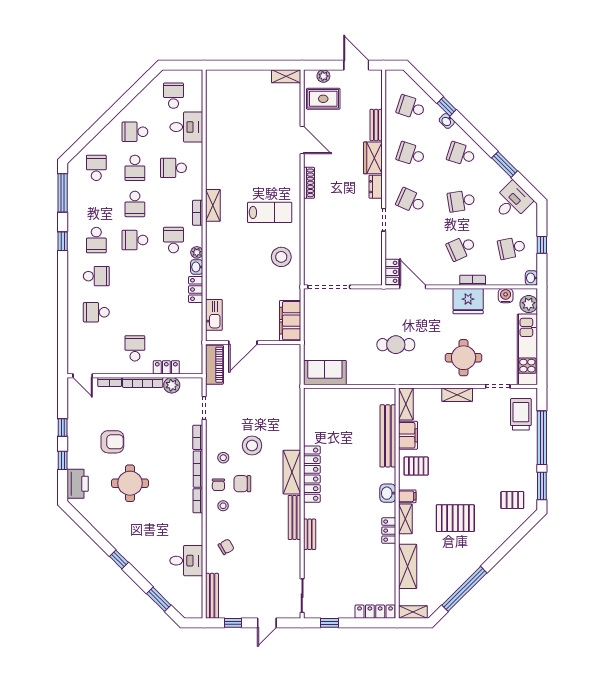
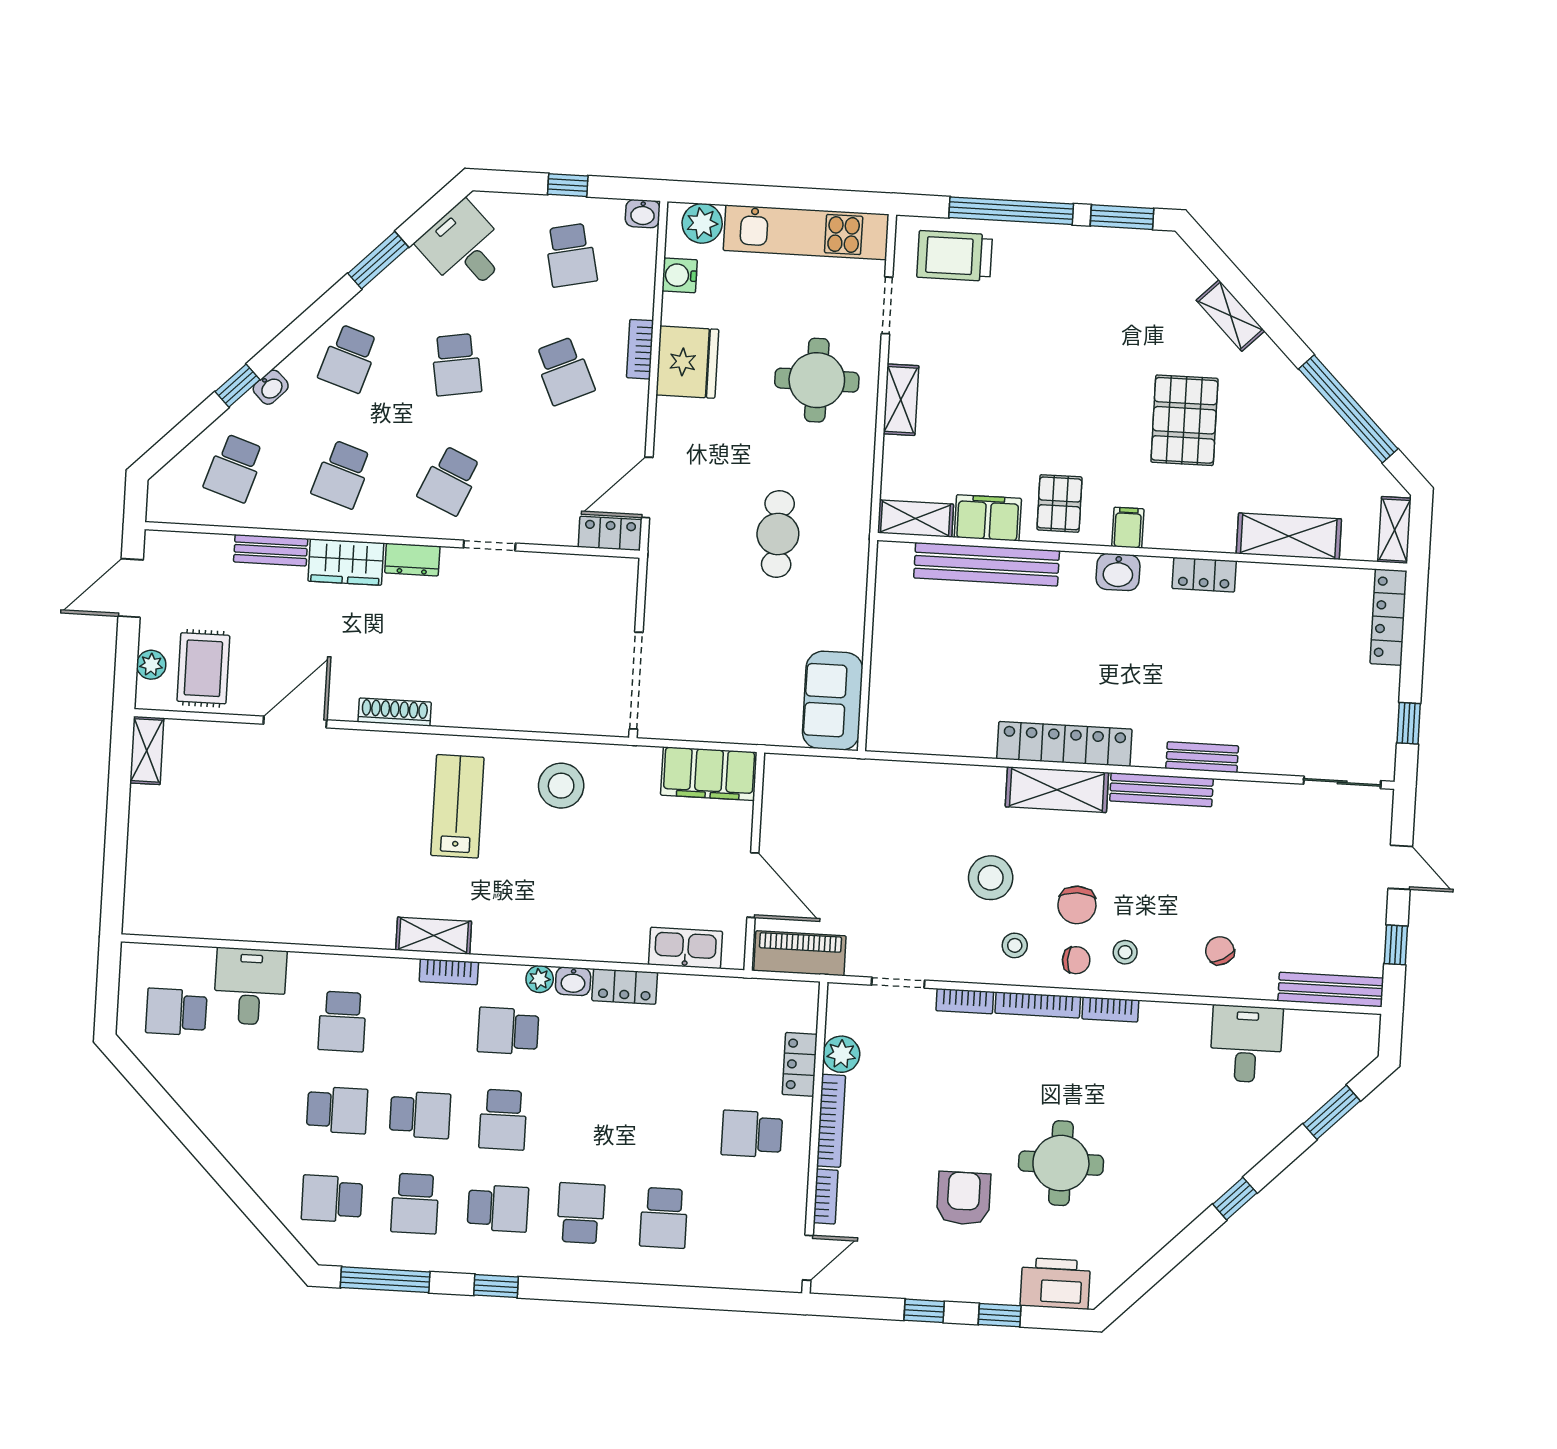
school desk: (135, 132) -> (415, 1204), moved
pallet: (512, 500) -> (1150, 287), removed
shelving: (405, 519) -> (1230, 316), moved, turned 45

